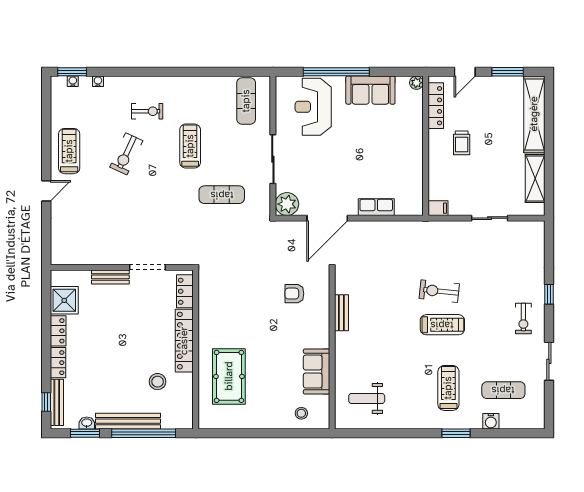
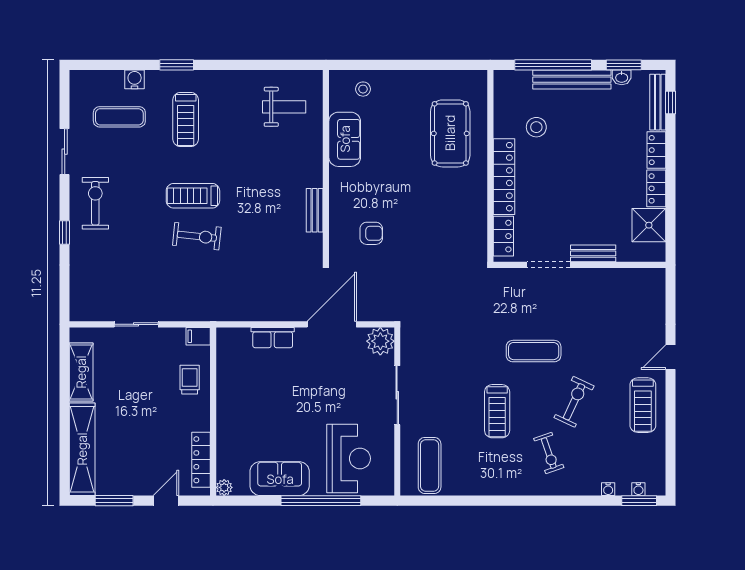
exercise bike: (147, 111) -> (549, 453), turned -109
trolley: (462, 143) -> (190, 380), moved
exercise mat: (222, 195) -> (534, 351), moved
exercise bike: (523, 318) -> (95, 203), width x1.38, depth x1.39

